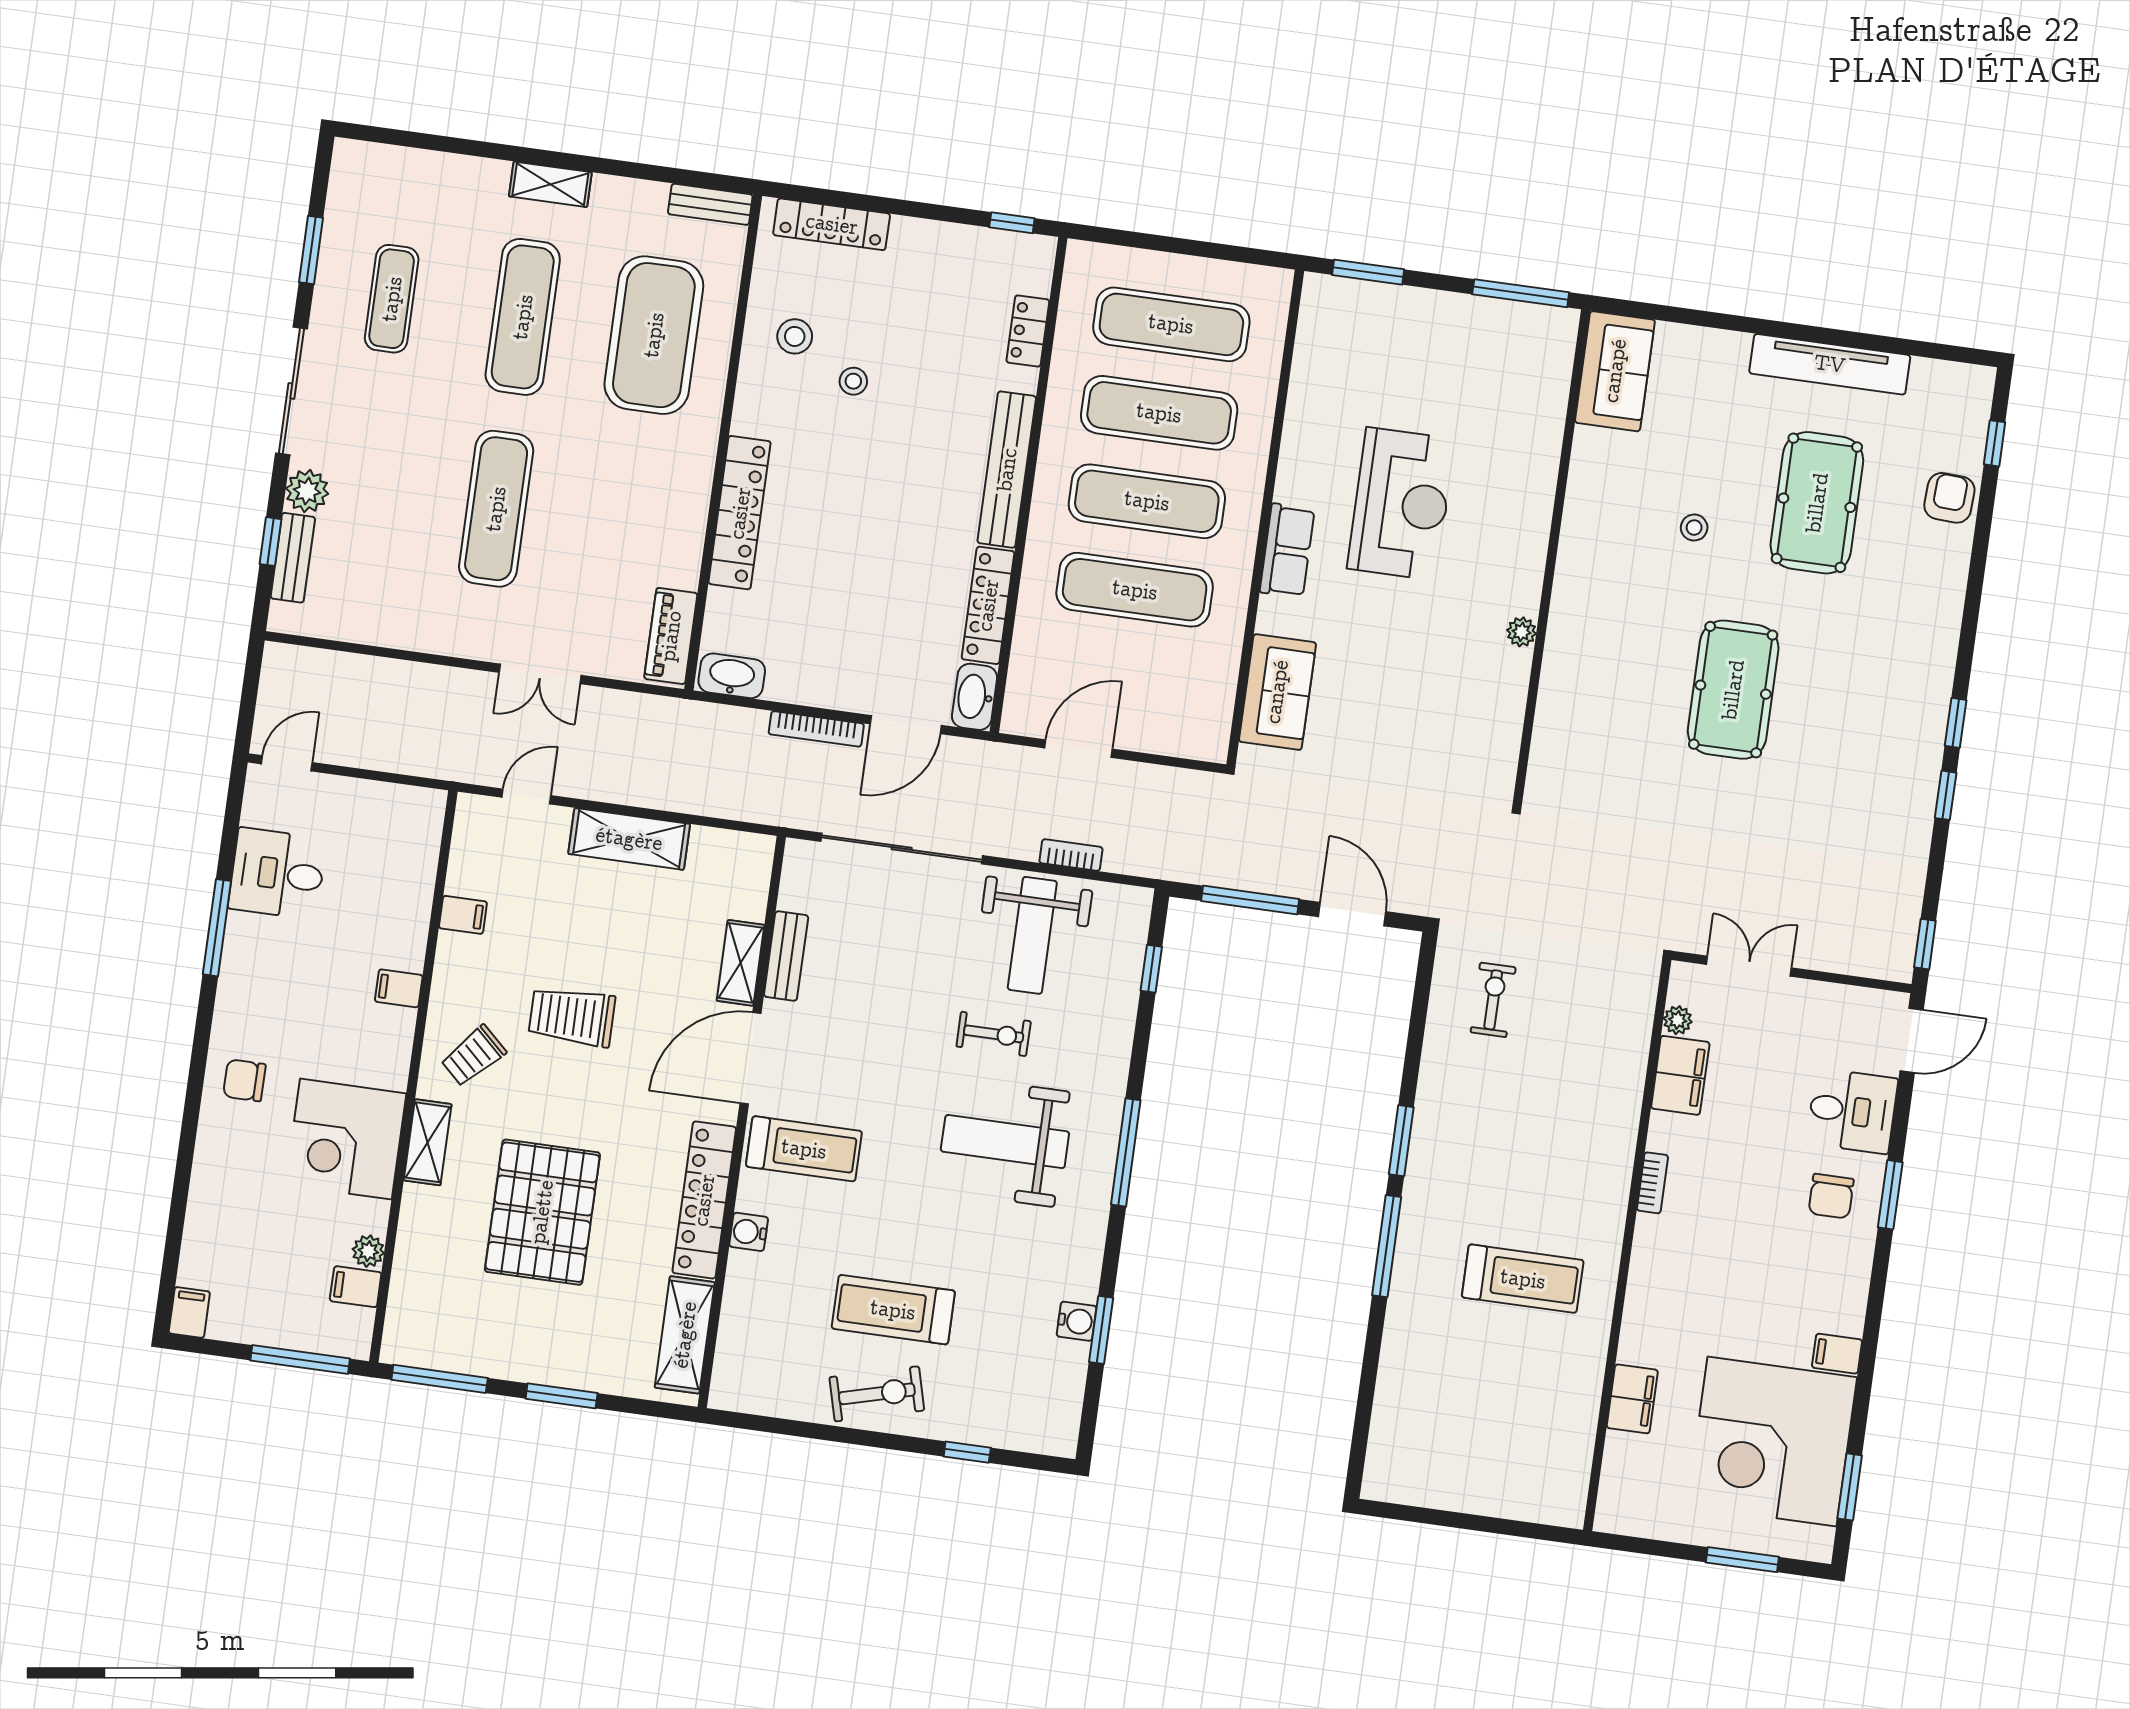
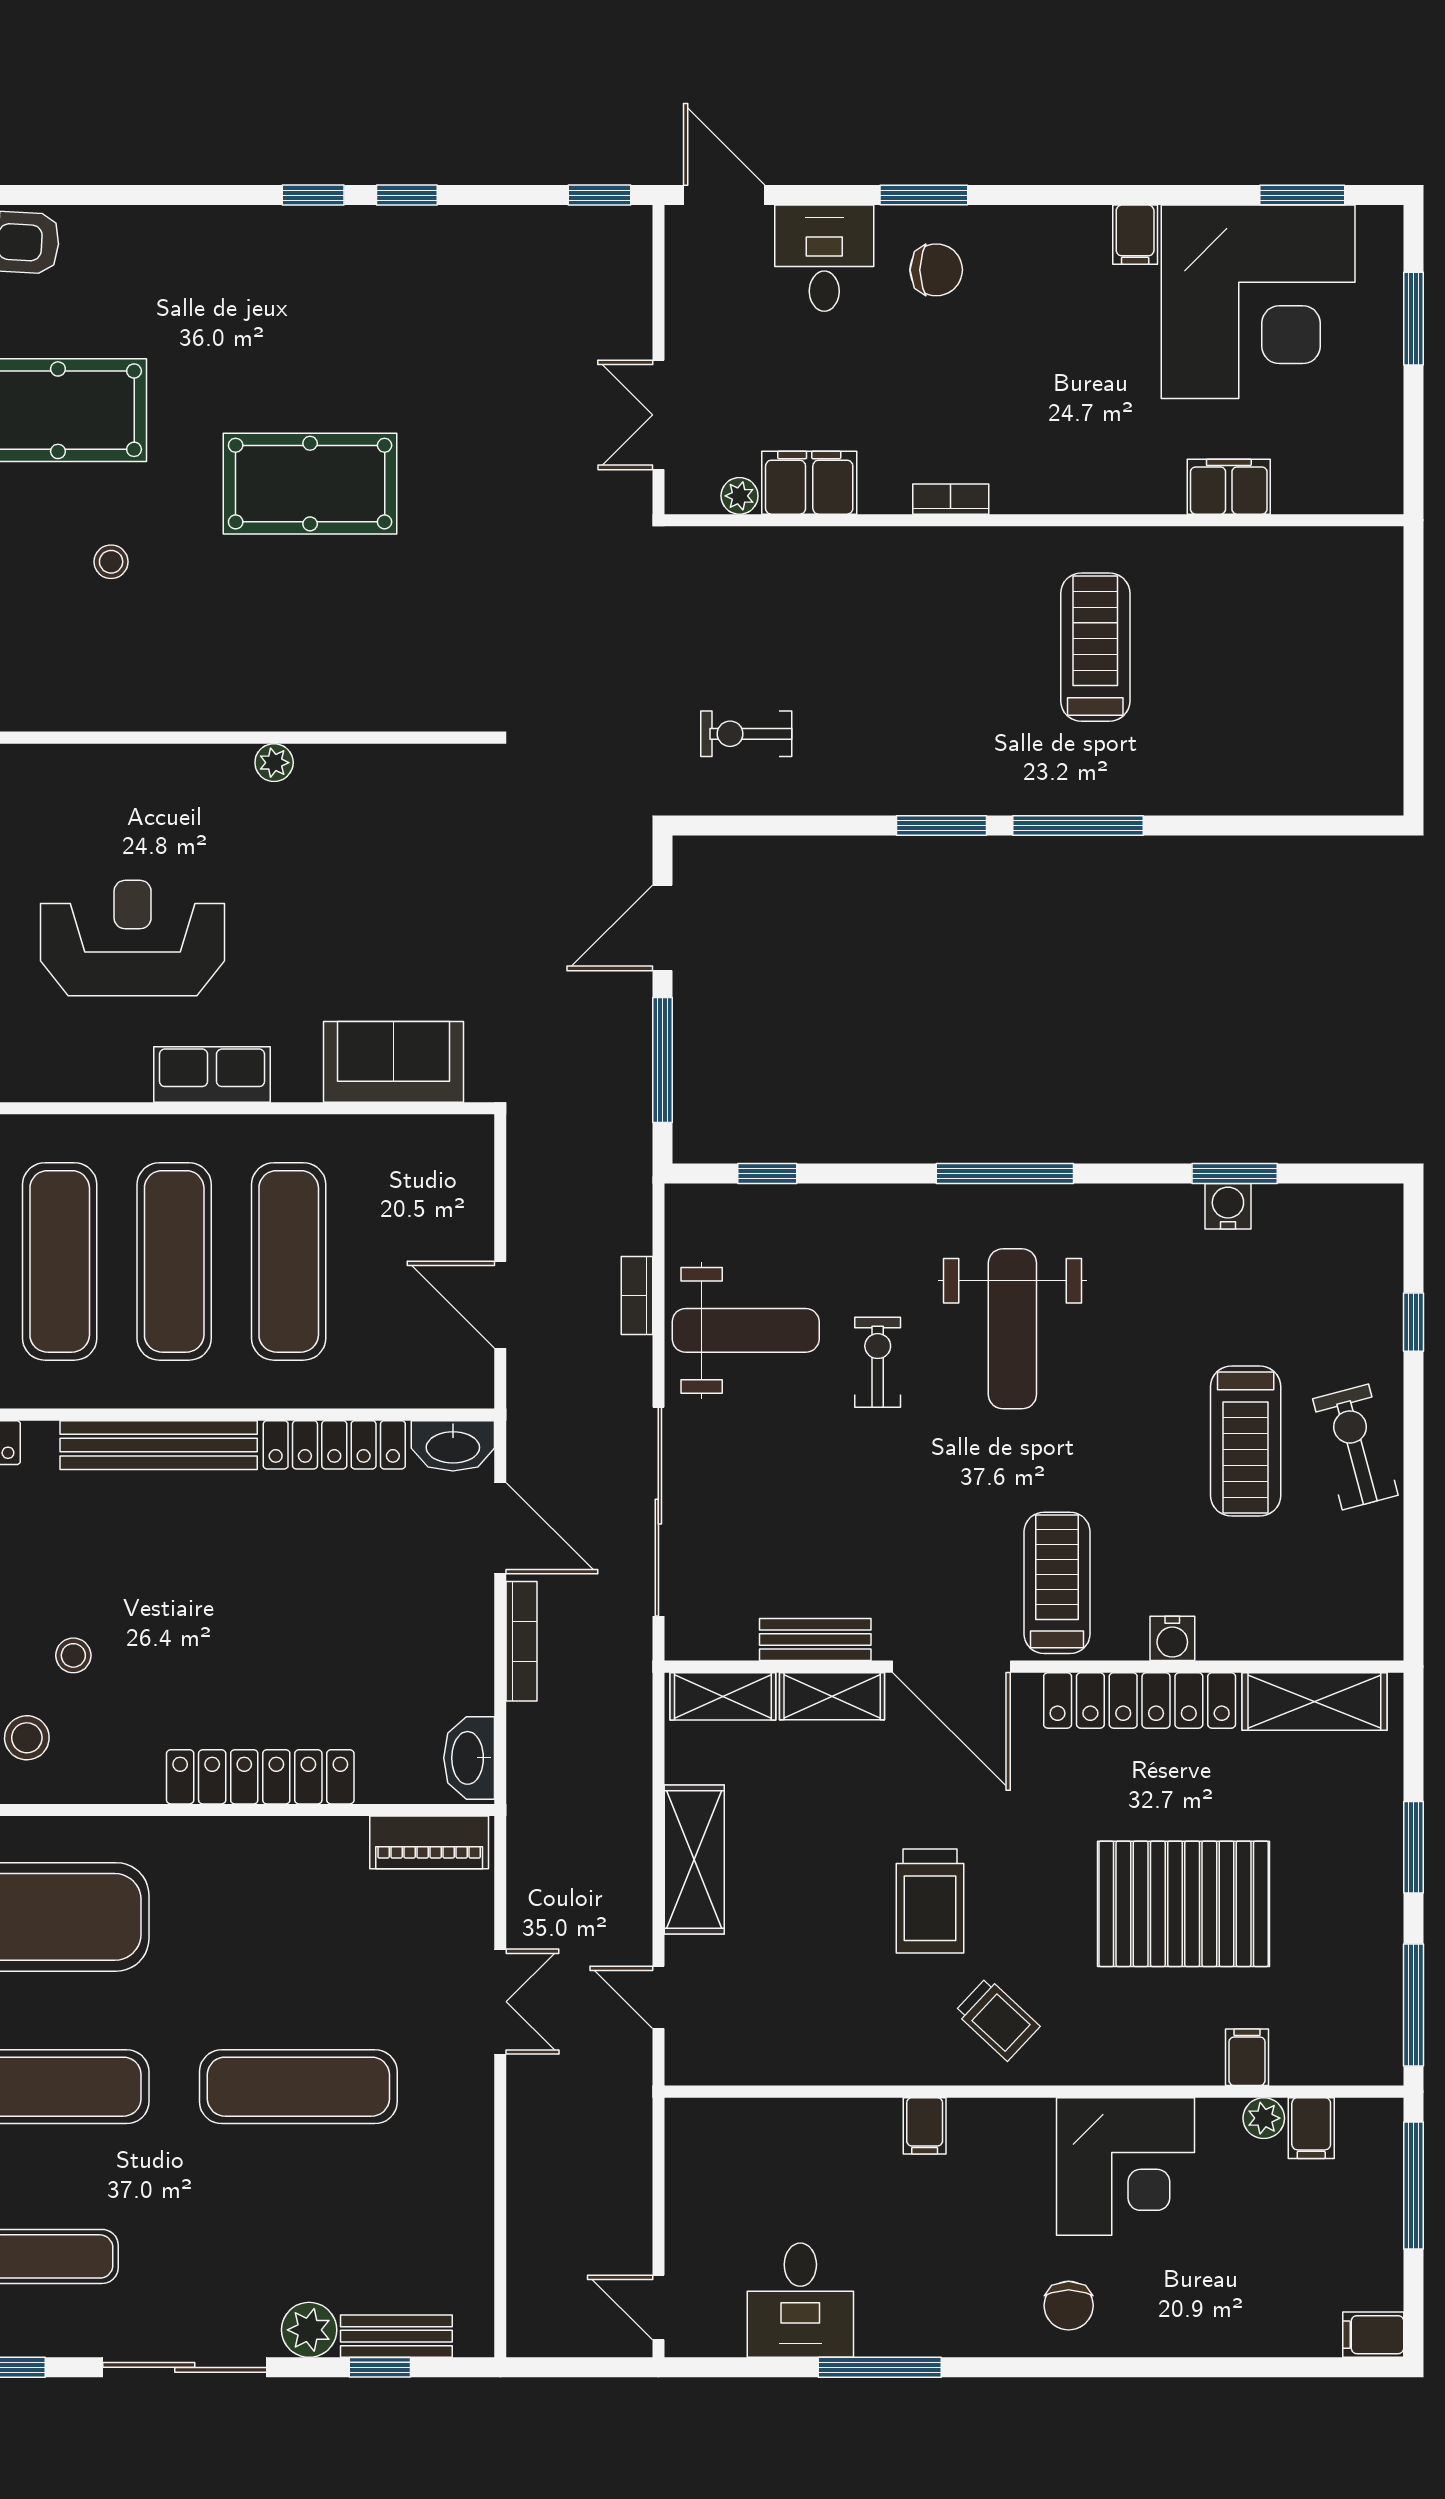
filing cabinet: (463, 915) -> (1247, 2057), moved
shelving: (428, 1142) -> (723, 1696), moved

